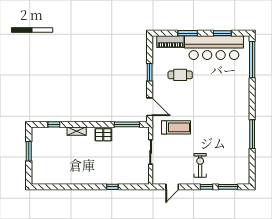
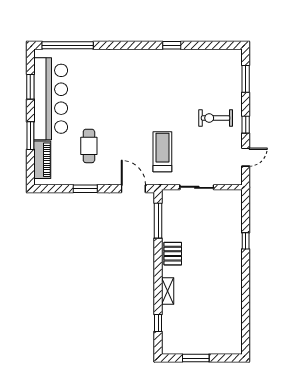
door: (150, 107) -> (133, 189), hinge flipped
window: (252, 134) -> (172, 45), width x0.46
door: (172, 187) -> (246, 157), hinge flipped
window: (206, 187) -> (246, 125), moved

